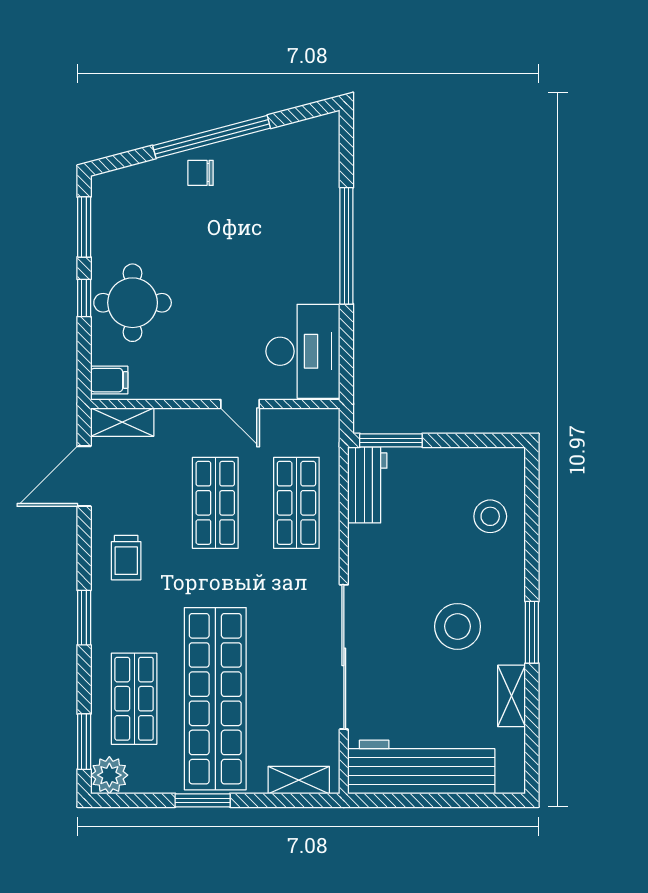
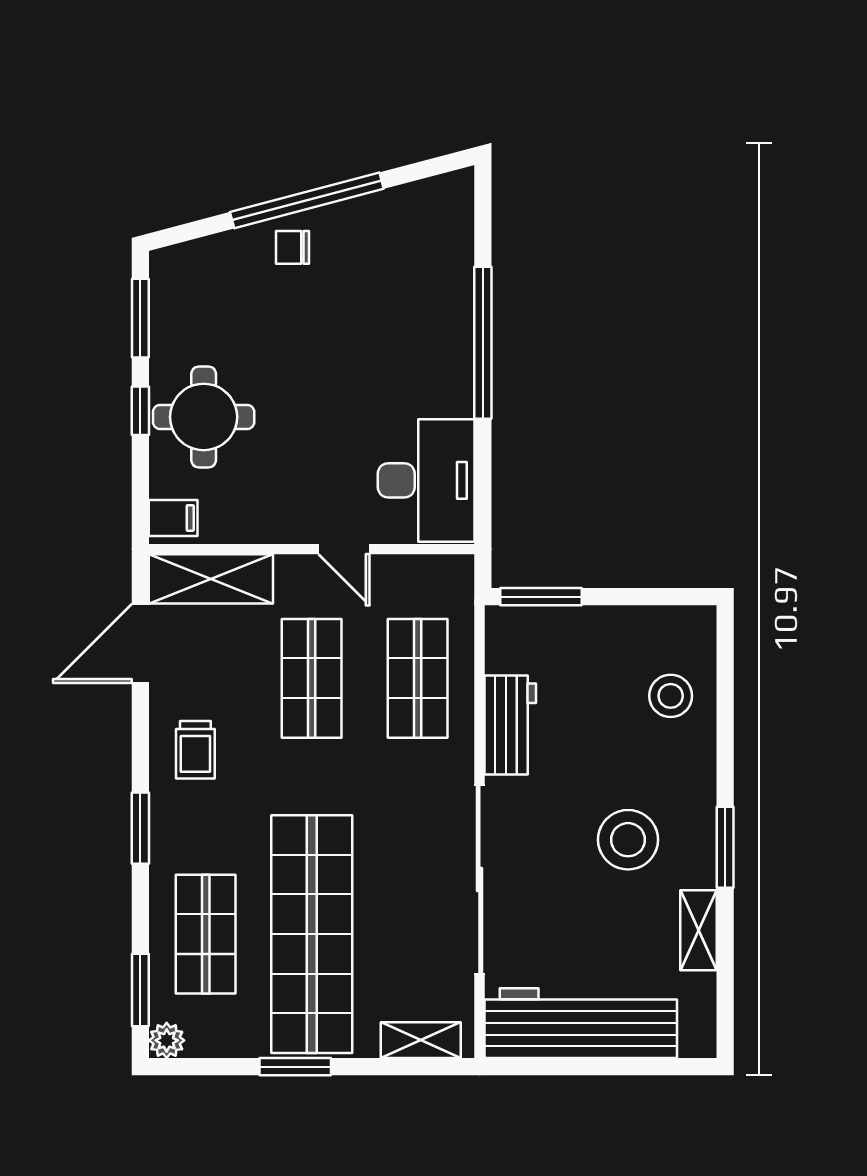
shelving: (122, 422) -> (211, 579), width x1.50, depth x1.33
workbench: (367, 485) -> (510, 725), moved
plant: (109, 775) -> (167, 1040), width x0.73, depth x0.73

